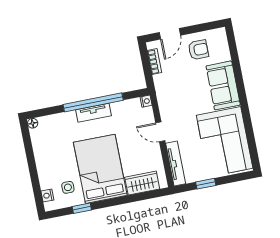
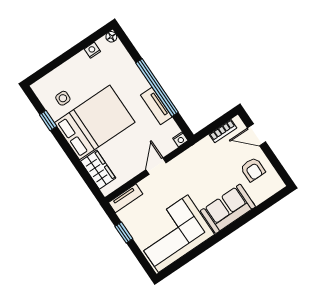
tv unit: (93, 113) -> (156, 106), moved
tv unit: (176, 164) -> (126, 198), width x0.71
nightstand: (47, 195) -> (92, 50), moved

